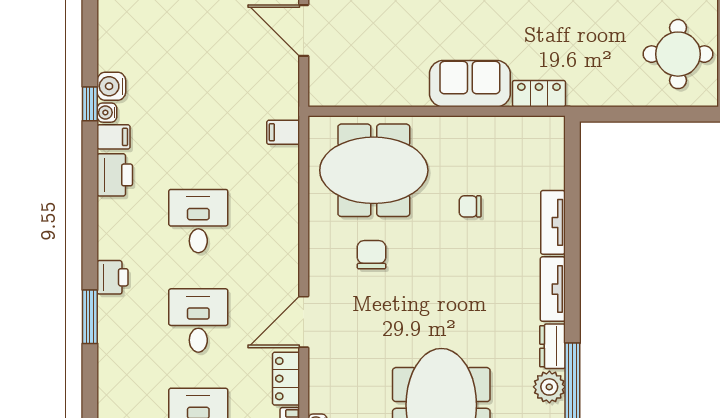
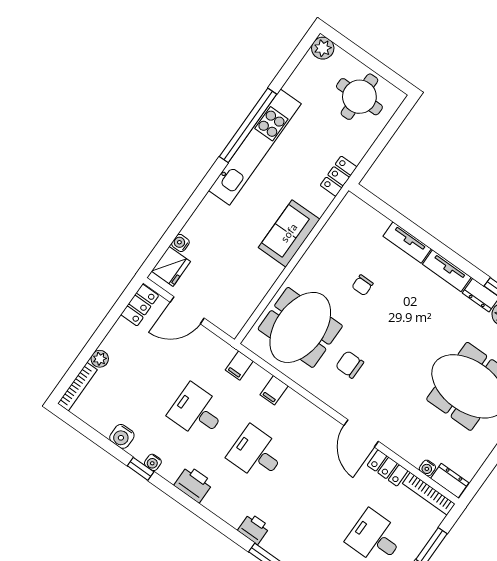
water cooler: (111, 86) -> (122, 436), moved
locker: (539, 94) -> (339, 176), moved
filing cabinet: (114, 137) -> (274, 390), moved, turned 180
desk: (198, 320) -> (197, 412), moved

